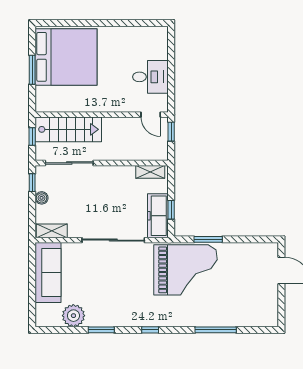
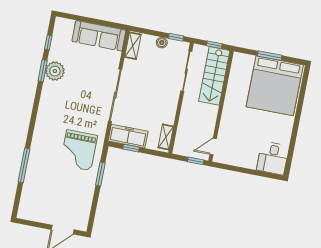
desk: (150, 77) -> (273, 158), moved
grand piano: (185, 270) -> (79, 150), width x0.73, depth x0.68
plant: (73, 316) -> (55, 71), moved
window: (150, 330) -> (48, 42), moved

